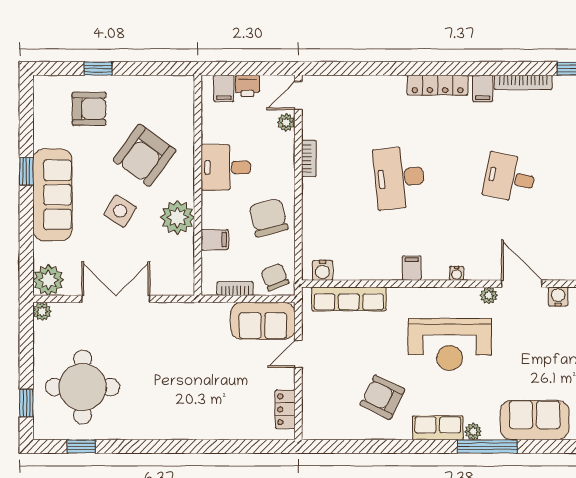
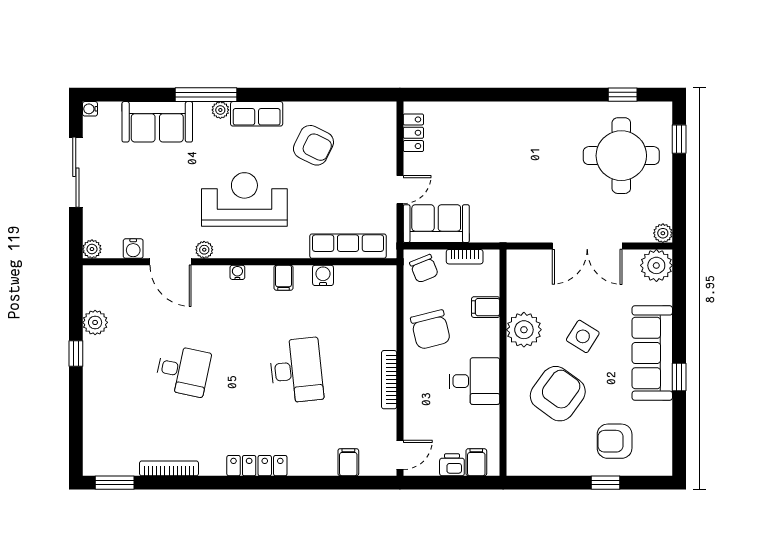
filing cabinet: (483, 88) -> (348, 462), moved
plant: (286, 123) -> (412, 427), removed
bookcase: (309, 159) -> (389, 380), width x1.56
water cooler: (322, 270) -> (323, 275), moved

